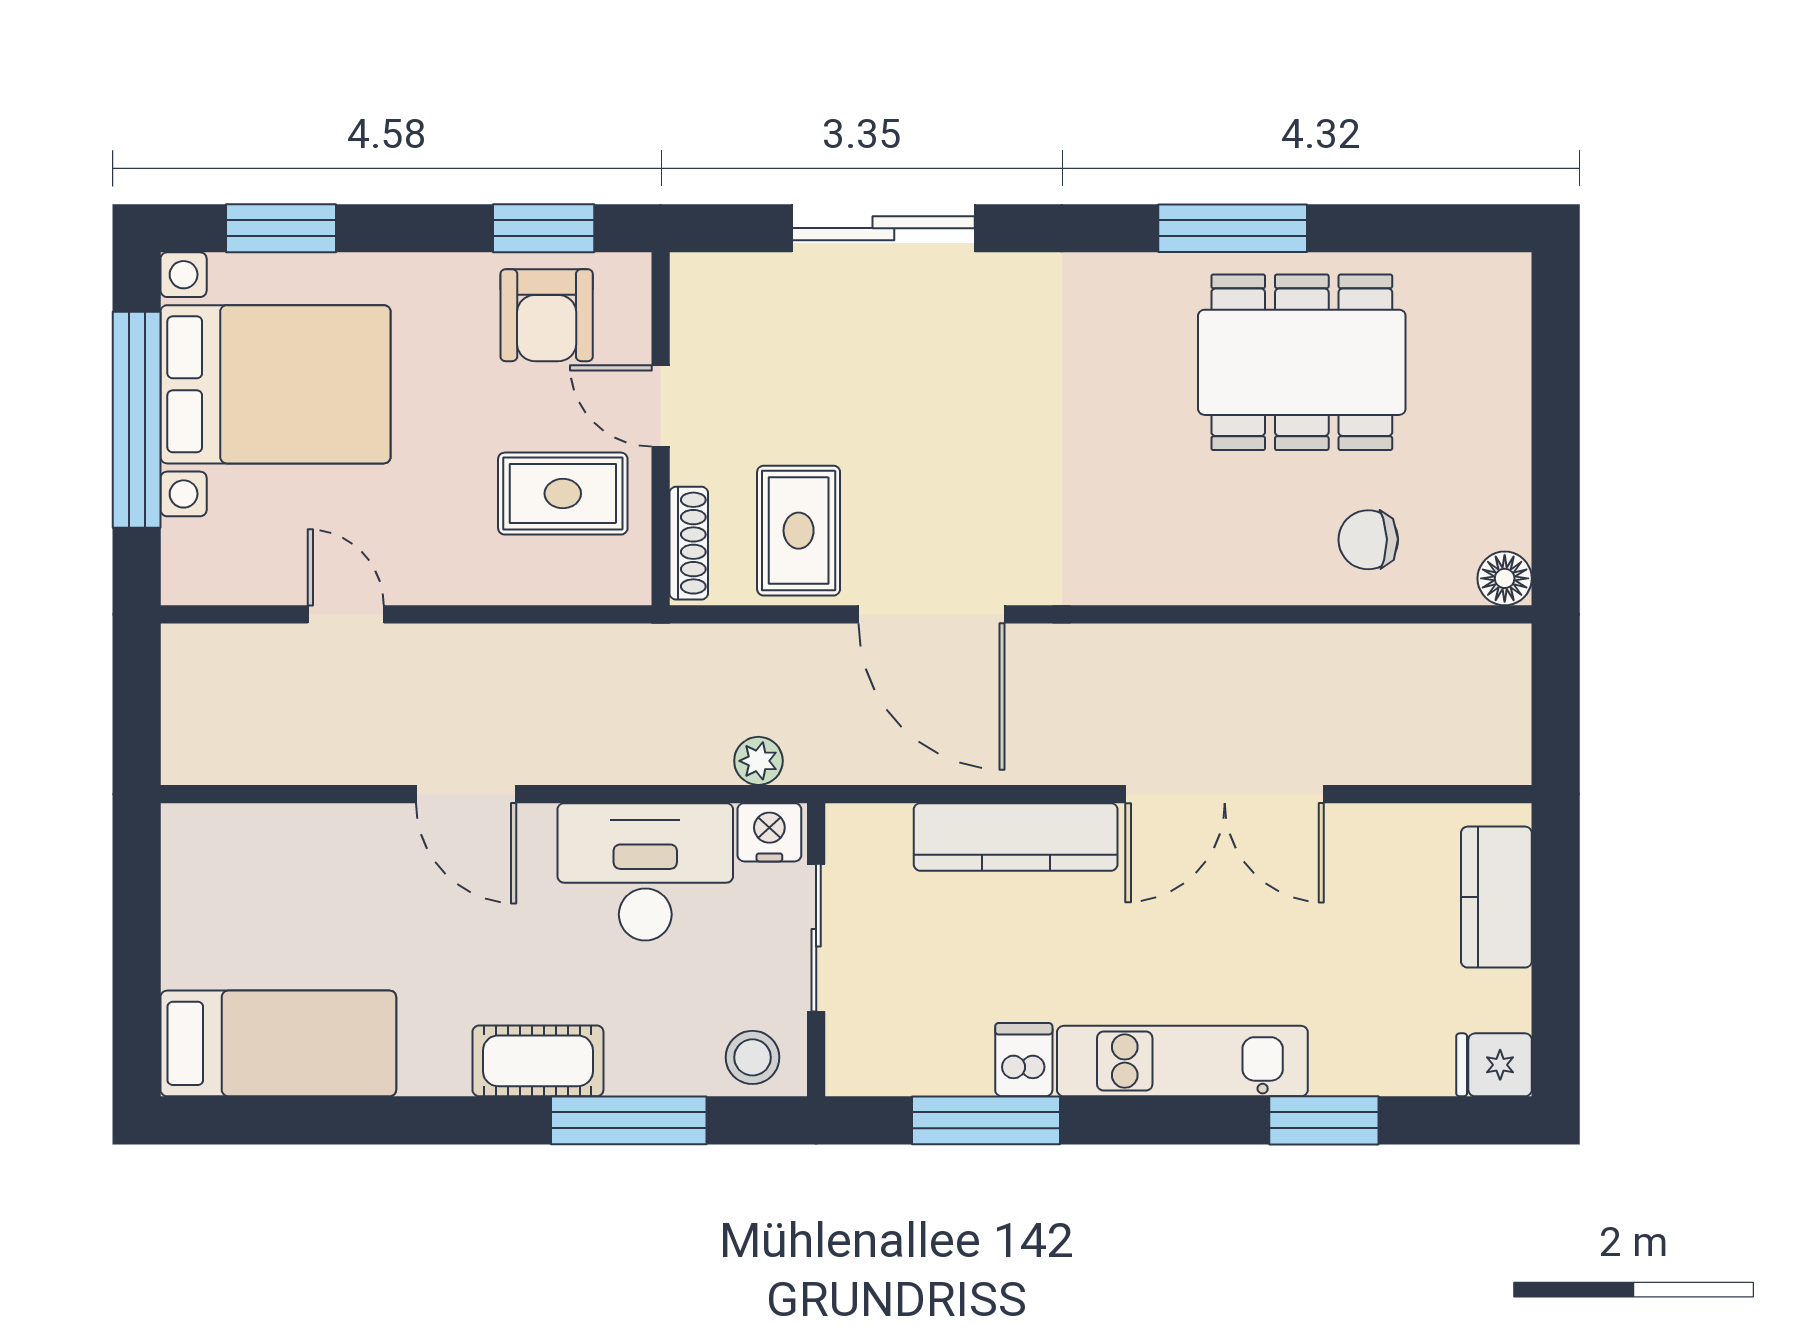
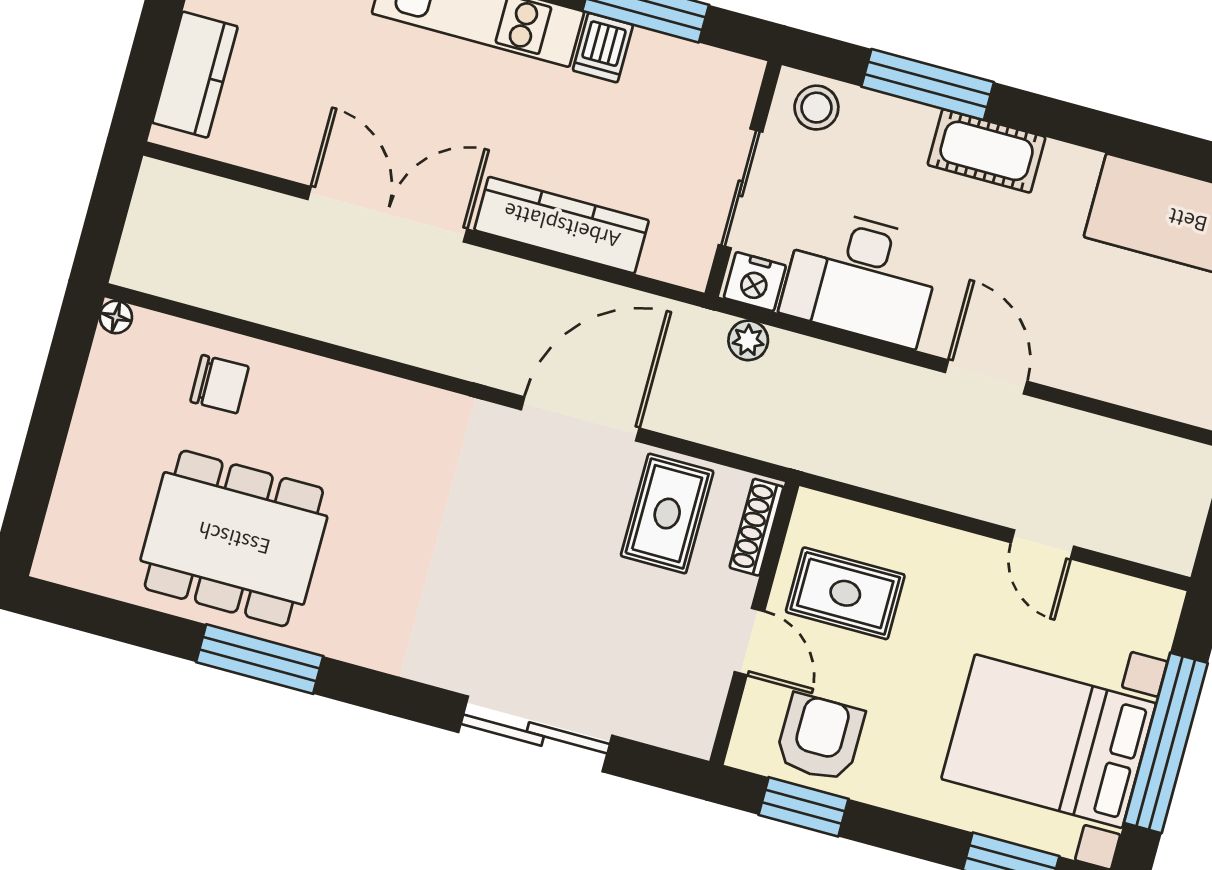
floor lamp: (1505, 578) -> (116, 317), width x0.73, depth x0.73
door: (932, 614) -> (580, 419), hinge flipped

